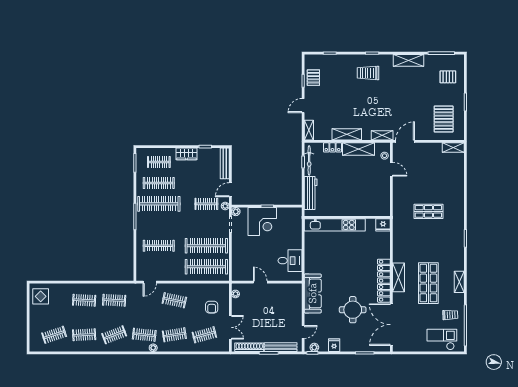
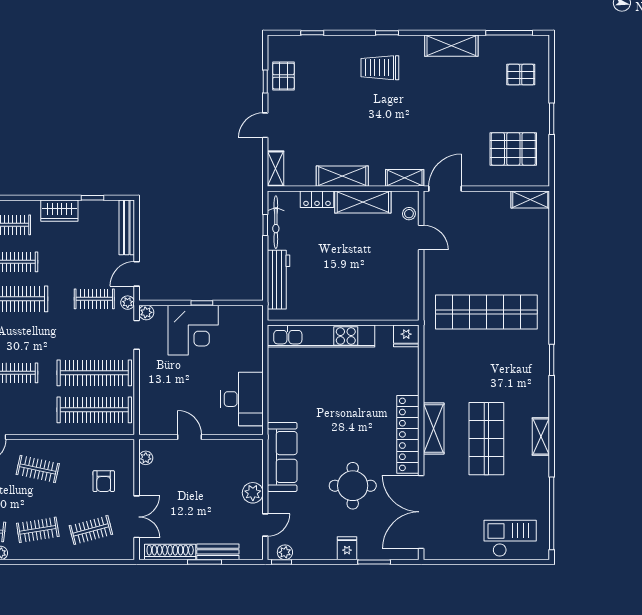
pallet: (444, 119) -> (513, 149), turned 90
shop shelf: (428, 211) -> (486, 312), width x2.00, depth x1.36
desk: (290, 261) -> (242, 399), width x1.37
plant: (296, 314) -> (253, 493), added
trolley: (450, 315) -> (525, 495), removed
fridge: (334, 345) -> (347, 548), moved
bench: (281, 347) -> (218, 552), width x0.73

